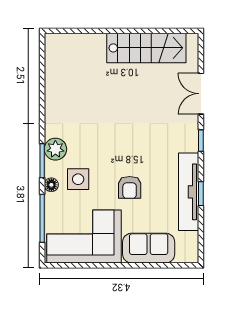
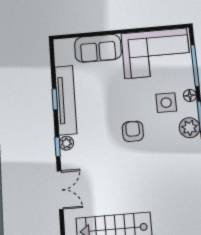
plant: (191, 144) -> (66, 143), added
armchair: (130, 187) -> (133, 131), moved

